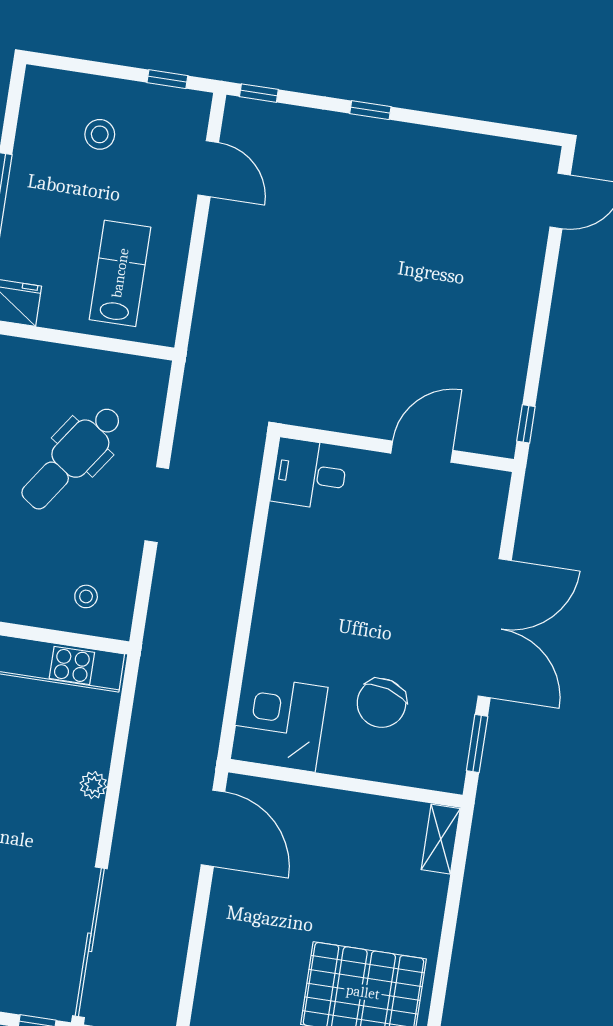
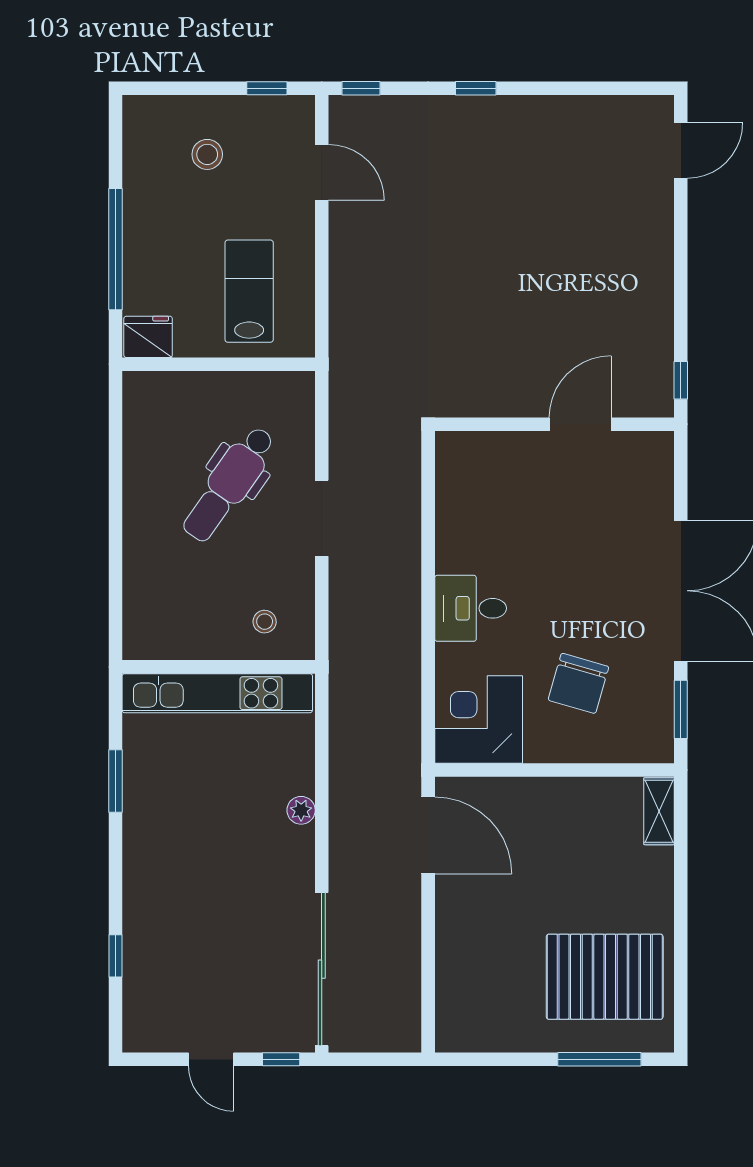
desk: (309, 474) -> (471, 608), moved

